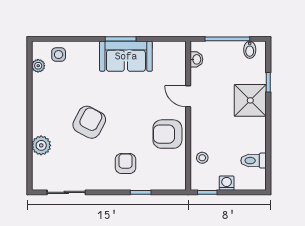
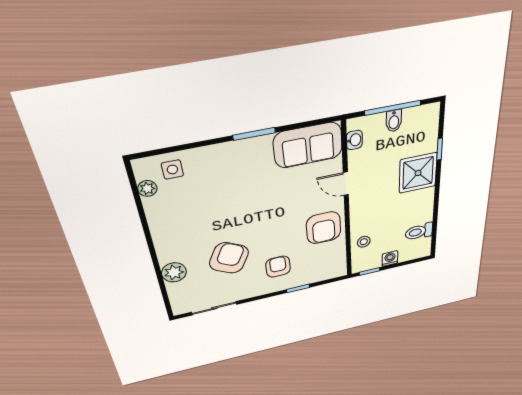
bidet: (250, 50) -> (394, 121), moved
sofa: (126, 56) -> (308, 145), moved
armchair: (89, 122) -> (229, 258), moved
armchair: (167, 134) -> (324, 228), turned -90

